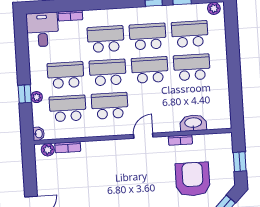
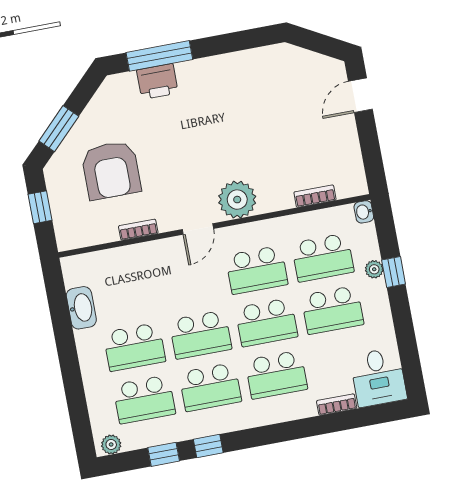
washbasin: (193, 123) -> (81, 308), moved, turned -90
plant: (48, 150) -> (237, 200), moved, width x1.88, depth x1.88

